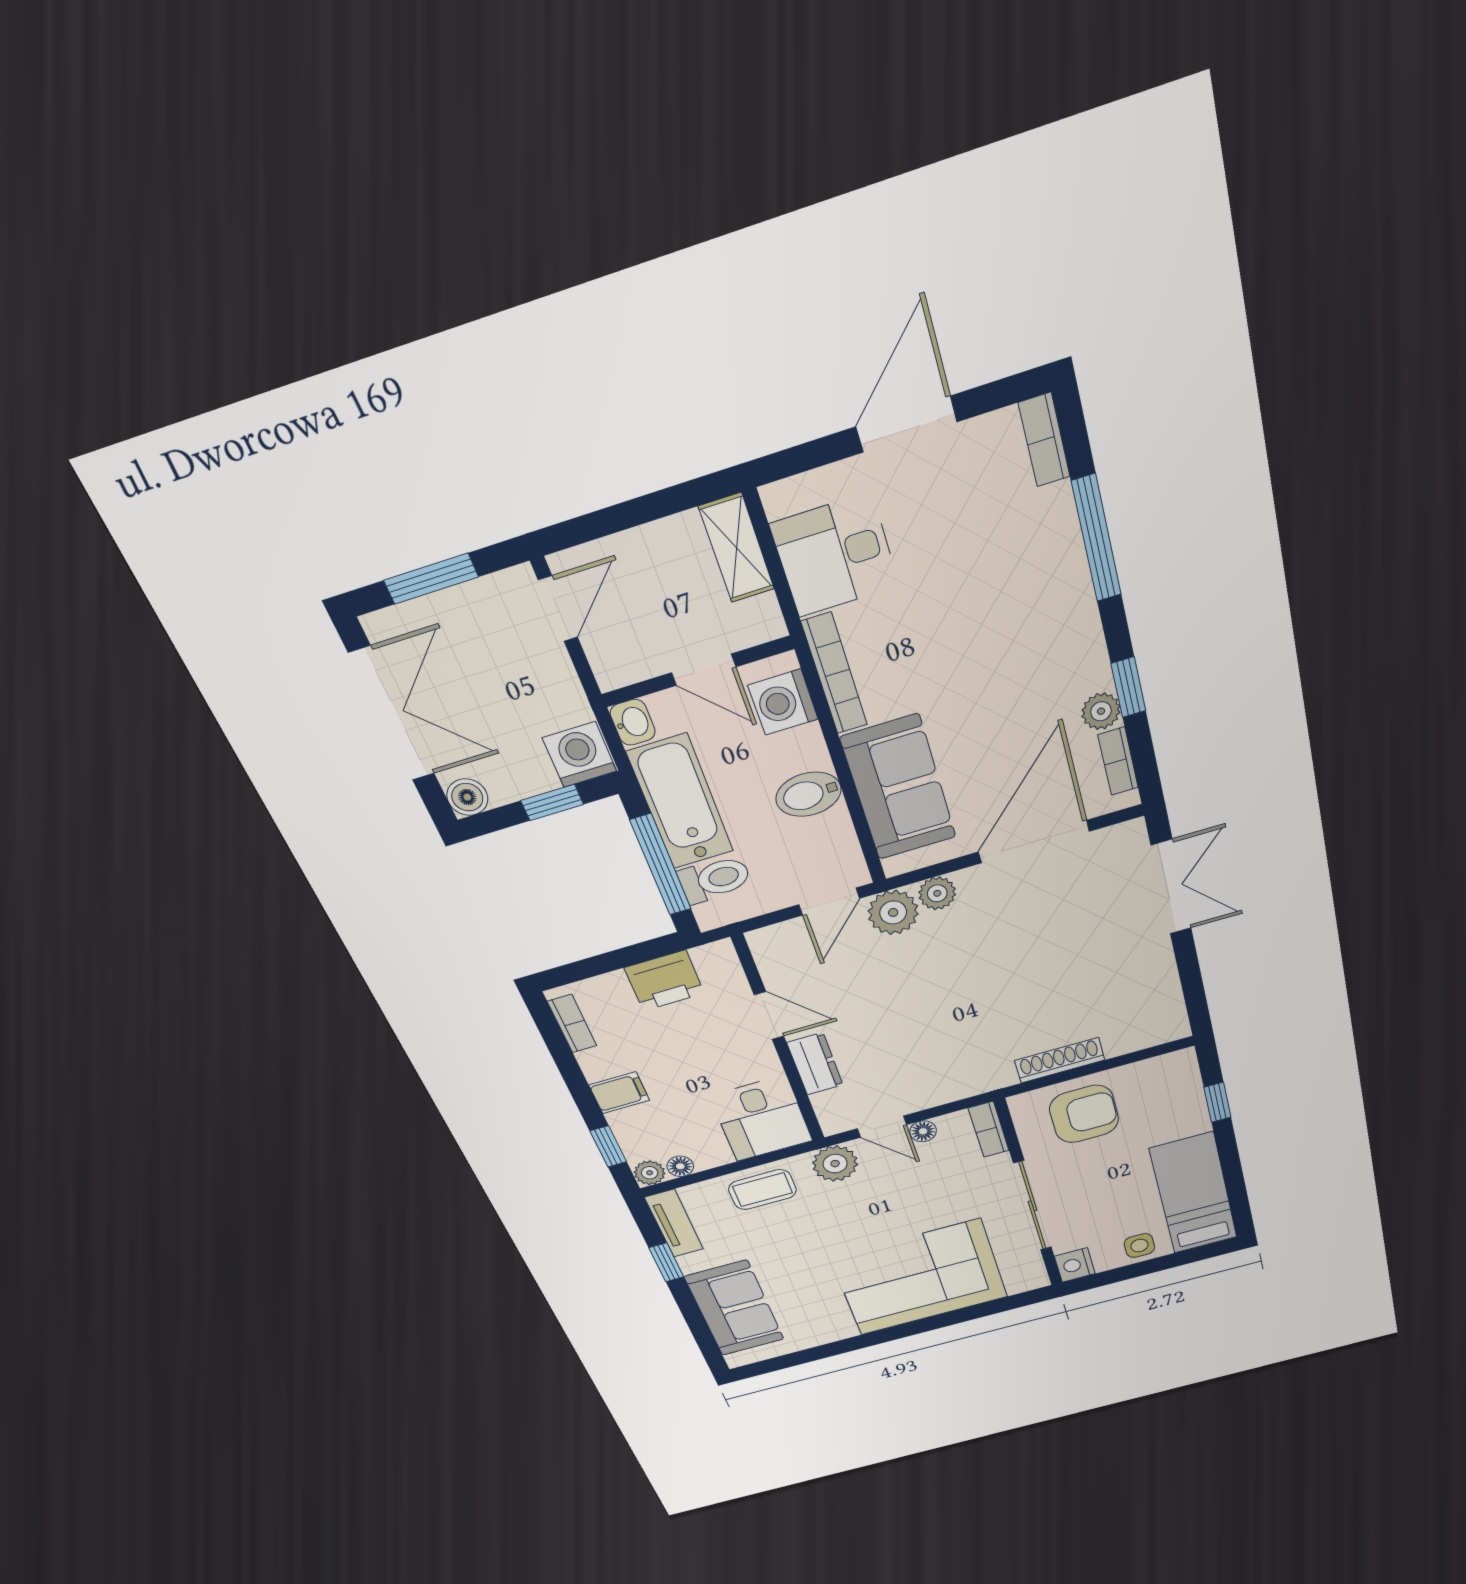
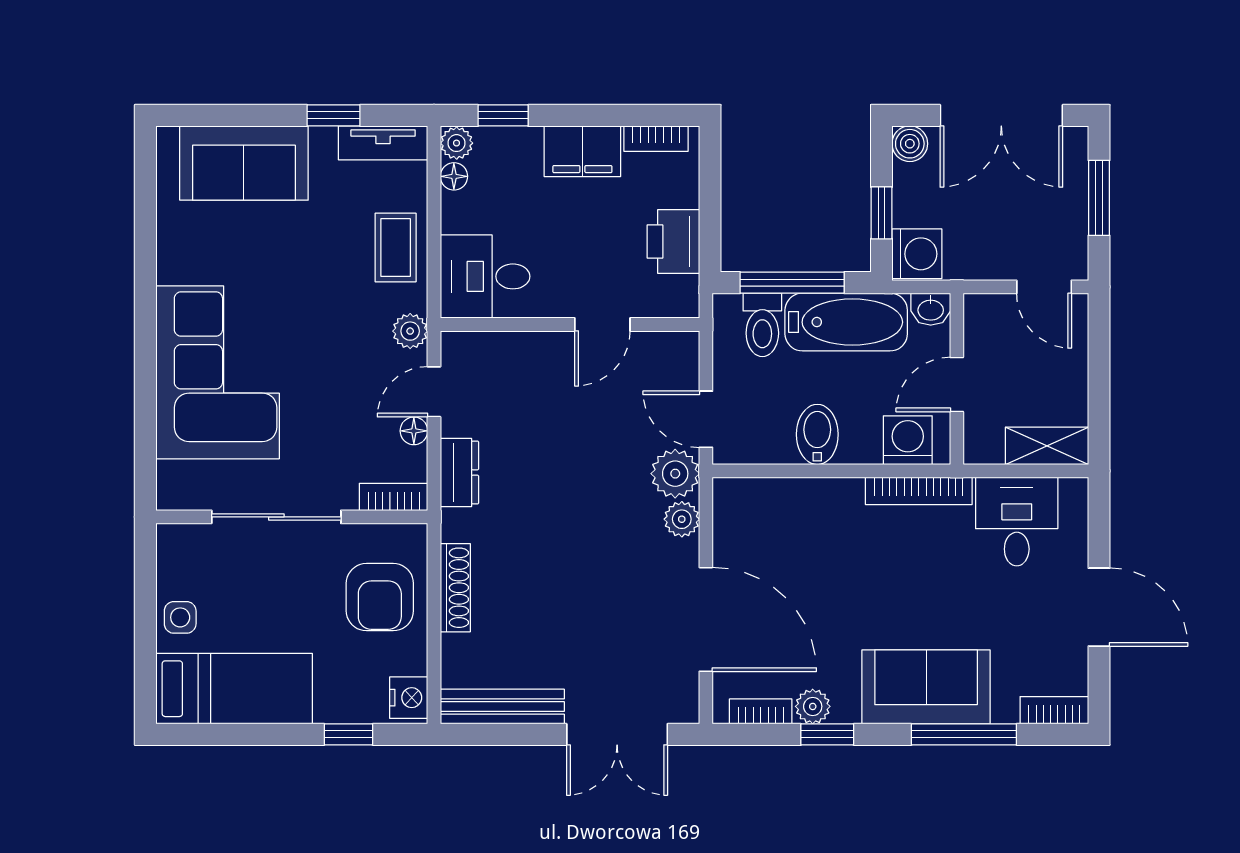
sofa: (899, 788) -> (926, 687), moved, turned 180
bench: (1165, 992) -> (502, 707), added
dresser: (815, 1064) -> (459, 472), moved, turned -90
filing cabinet: (619, 1093) -> (582, 151), width x2.00
plant: (835, 1164) -> (410, 331), width x0.73, depth x0.73
nightstand: (1075, 1265) -> (409, 698), moved, turned 90

